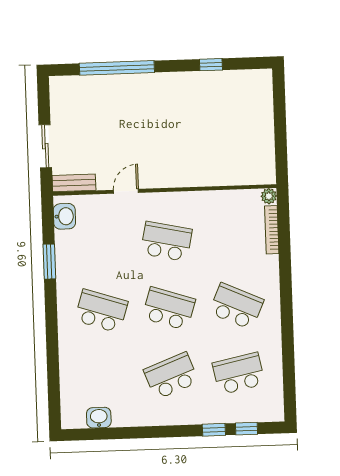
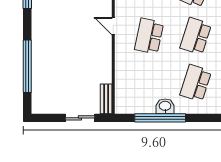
door: (126, 191) -> (113, 26), moved
washbasin: (64, 216) -> (165, 106), moved
window: (49, 262) -> (160, 118), width x2.11

